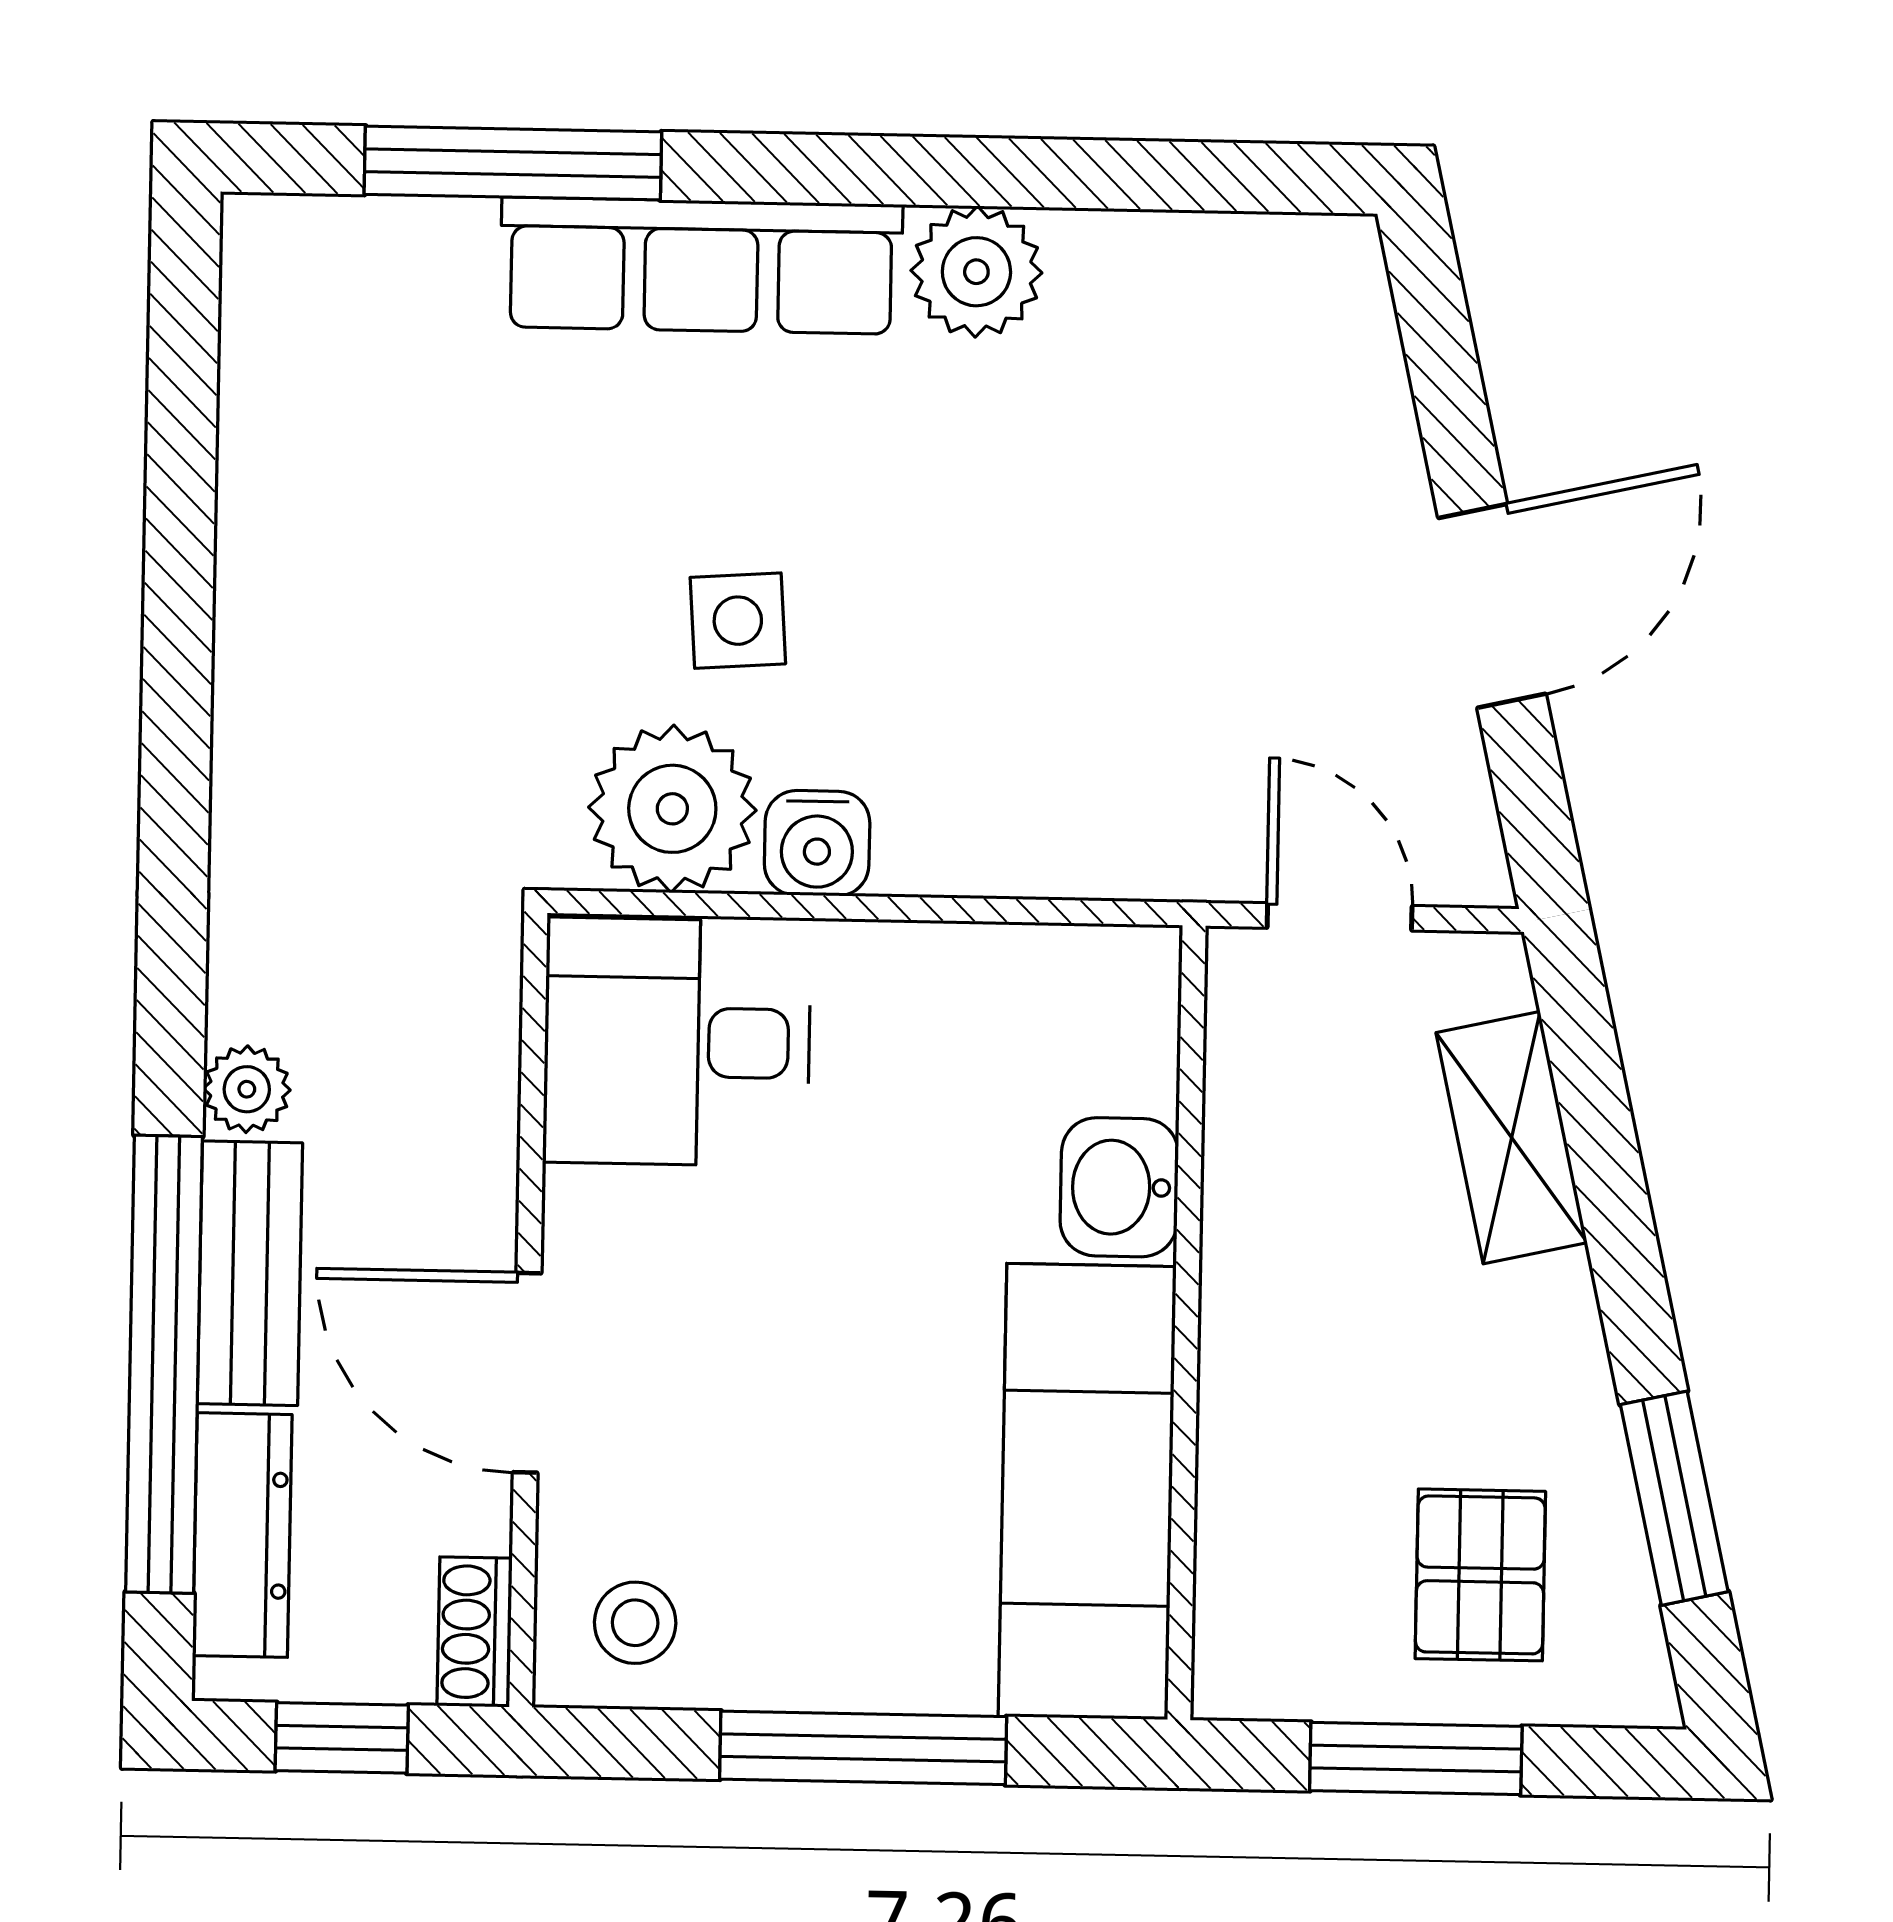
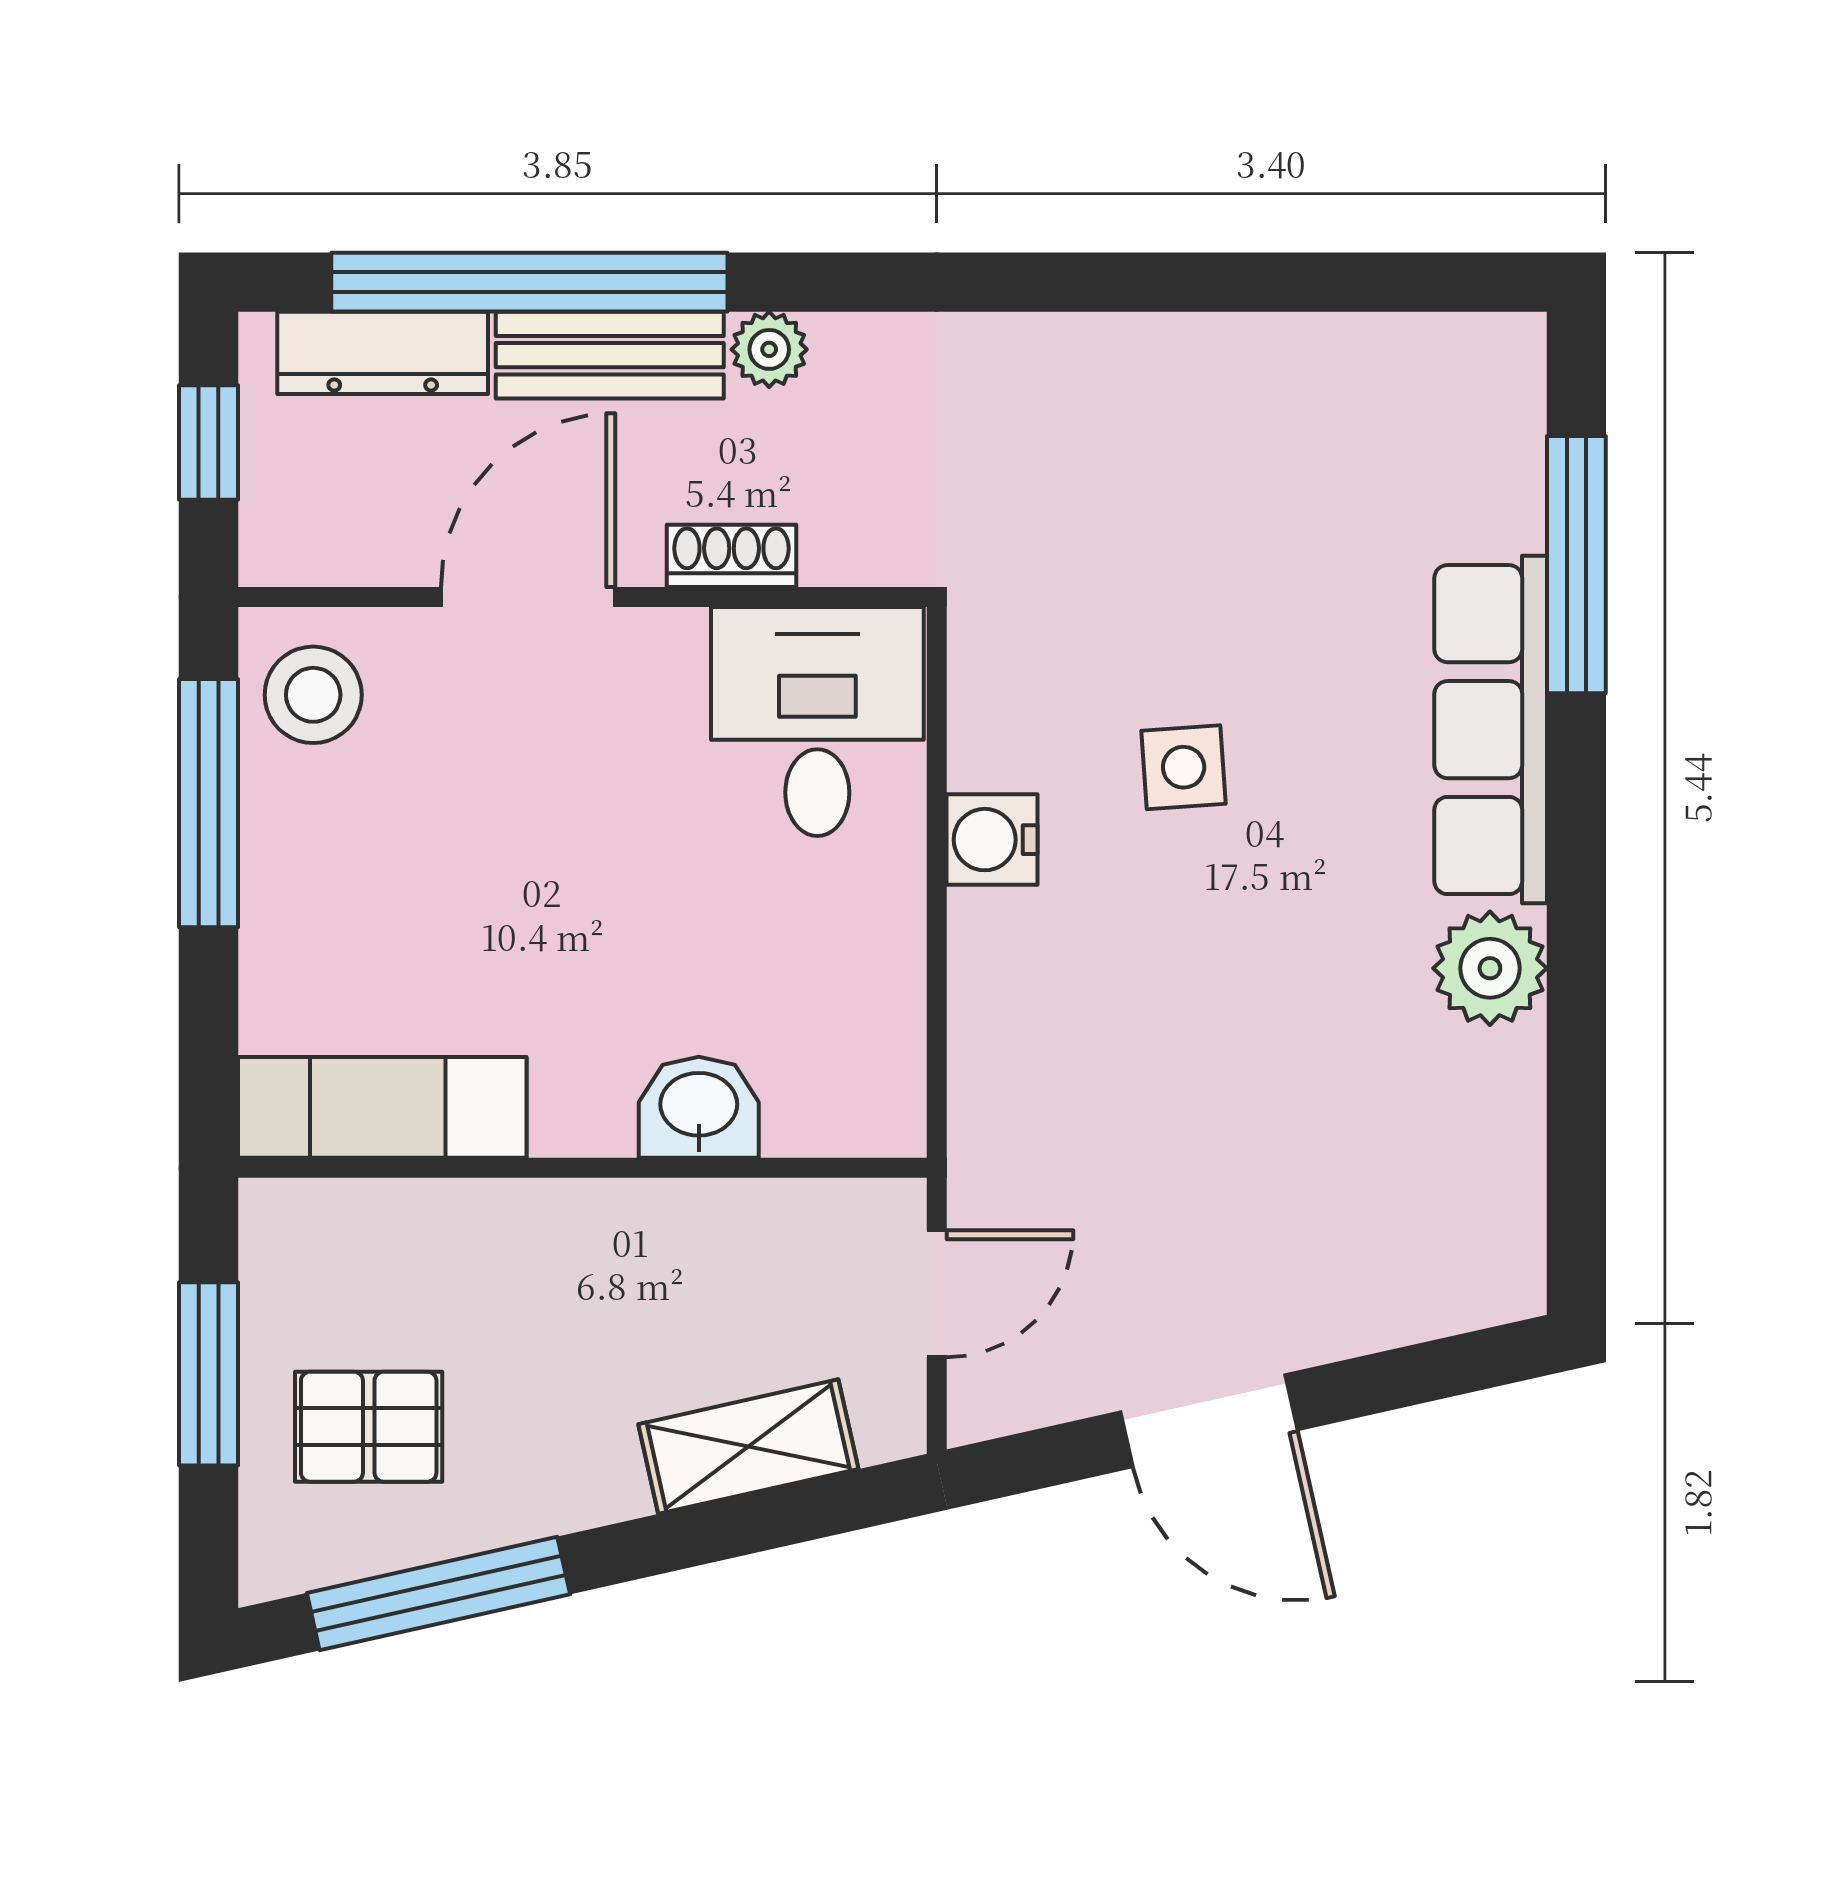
plant: (672, 809) -> (1019, 714), removed
exam couch: (1087, 1491) -> (382, 1107), width x0.73, depth x0.69
window: (1674, 1498) -> (438, 1594), width x1.44
stool: (635, 1623) -> (313, 695), width x1.37, depth x1.37
shoe rack: (475, 1632) -> (731, 556), moved
window: (863, 1748) -> (209, 803), moved

